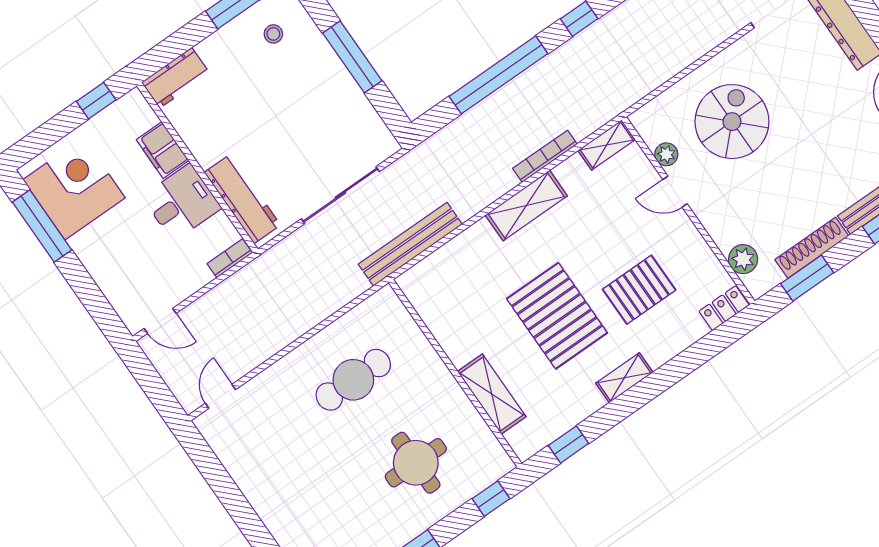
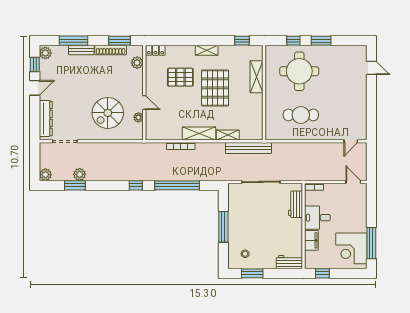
shelving: (607, 145) -> (228, 135), moved
workbench: (242, 199) -> (296, 204), width x0.73
round table: (416, 463) -> (299, 71), width x1.36, depth x1.36
window: (491, 499) -> (293, 41), moved

